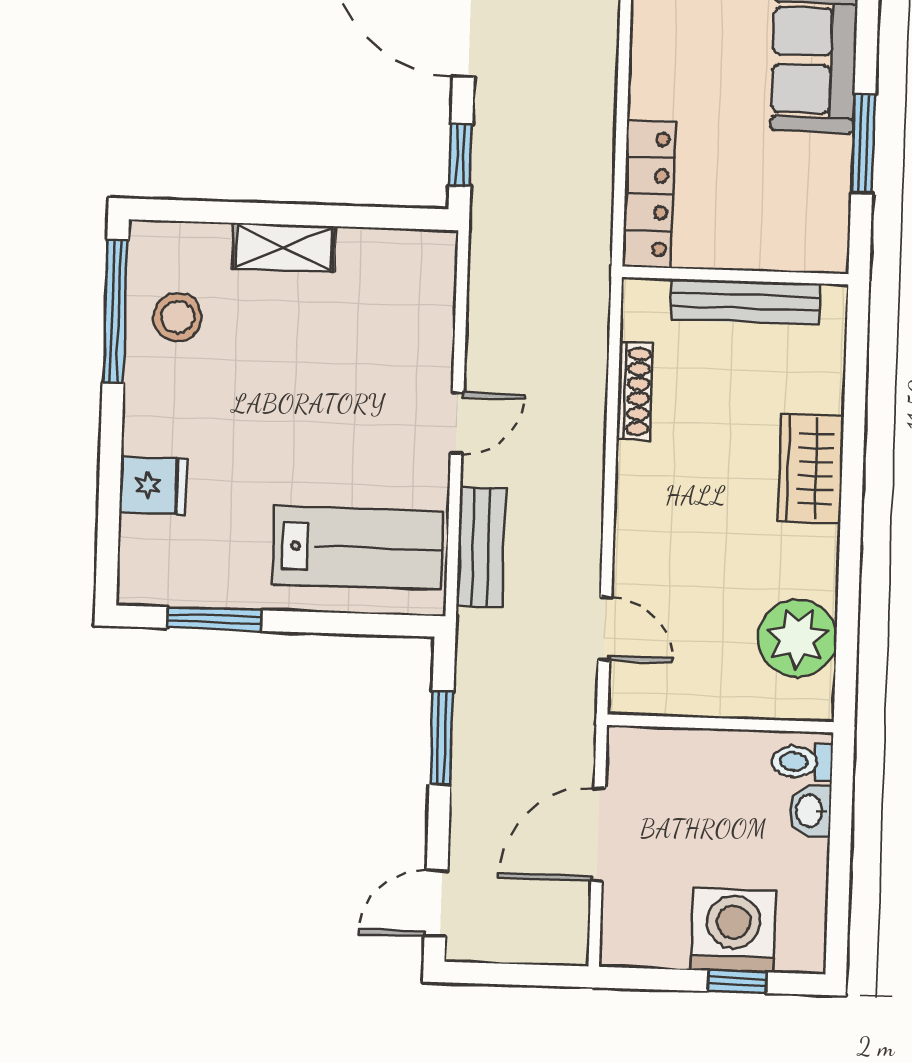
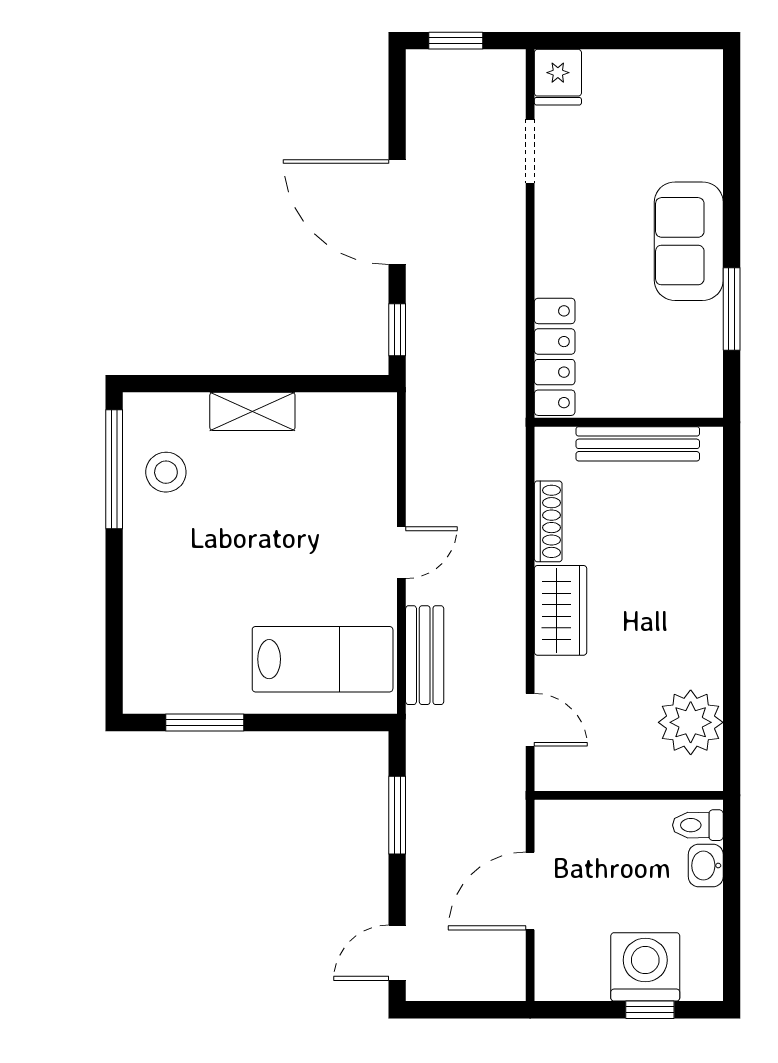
wardrobe: (811, 469) -> (561, 610), moved, turned 180
fridge: (153, 485) -> (150, 613), removed

